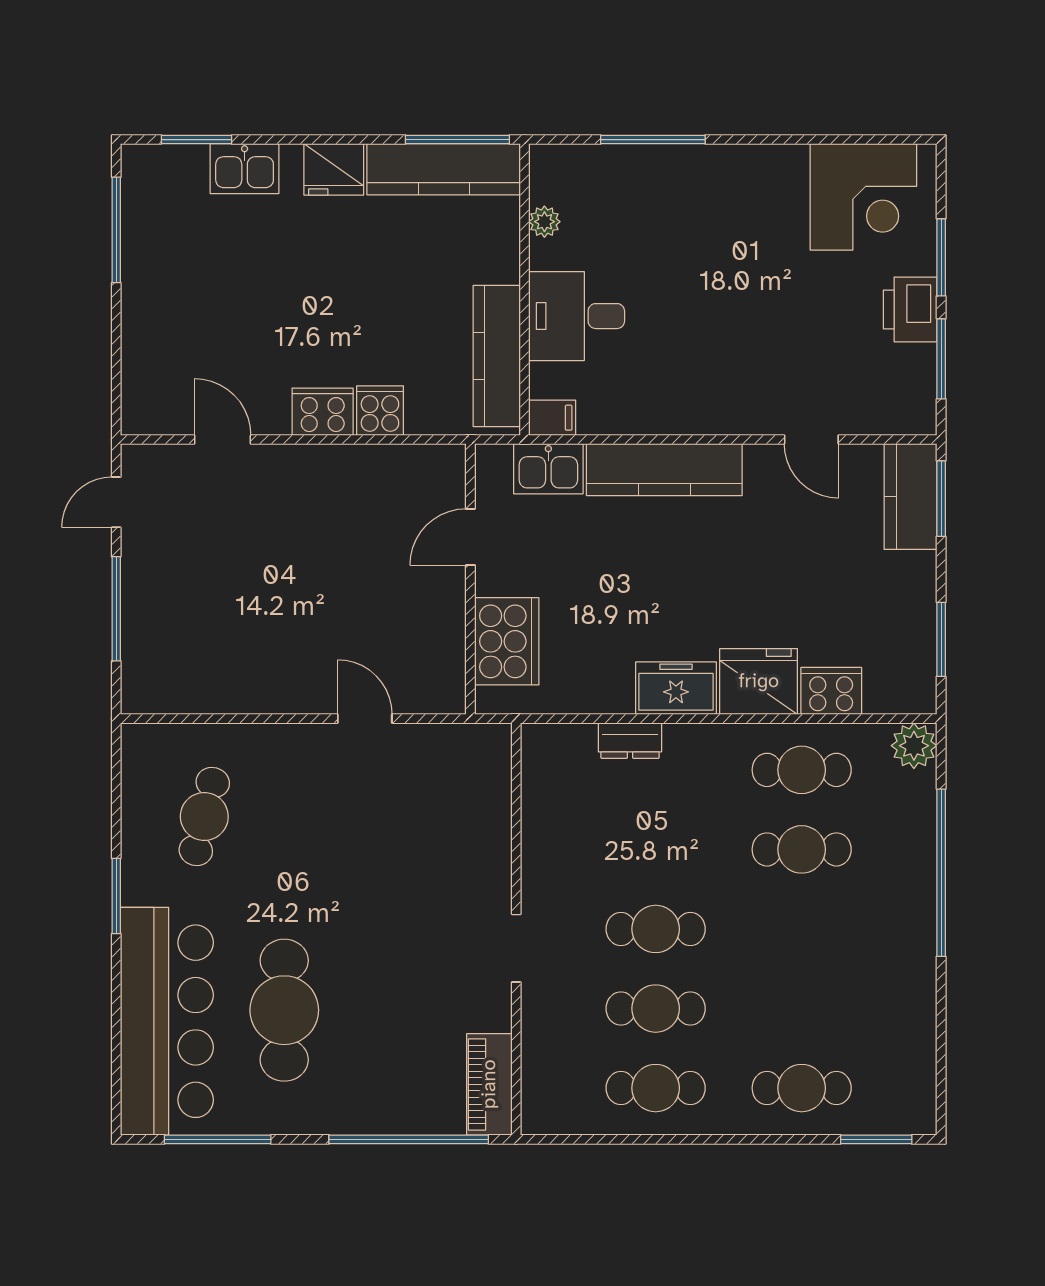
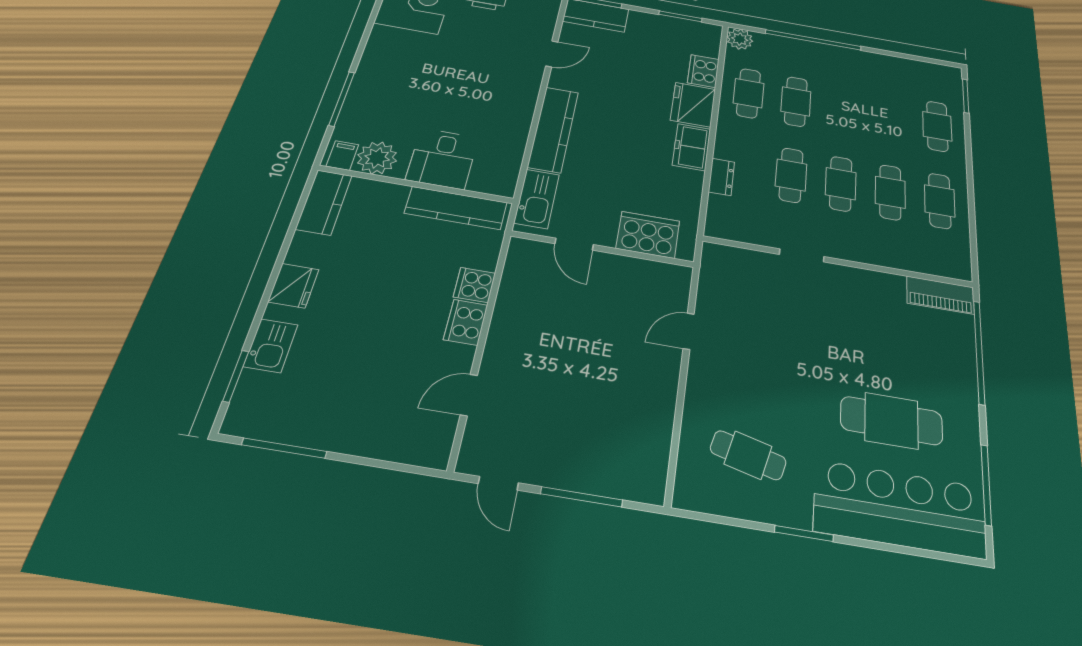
window: (457, 140) -> (301, 206), removed
kitchen counter: (444, 169) -> (324, 202), width x0.67
plant: (544, 222) -> (377, 158), width x1.88, depth x1.88
filing cabinet: (552, 418) -> (342, 155), moved
kitchen sink: (548, 469) -> (537, 199), width x1.38
cafe table: (656, 849) -> (791, 175), added
doorway: (516, 948) -> (802, 255), moved

